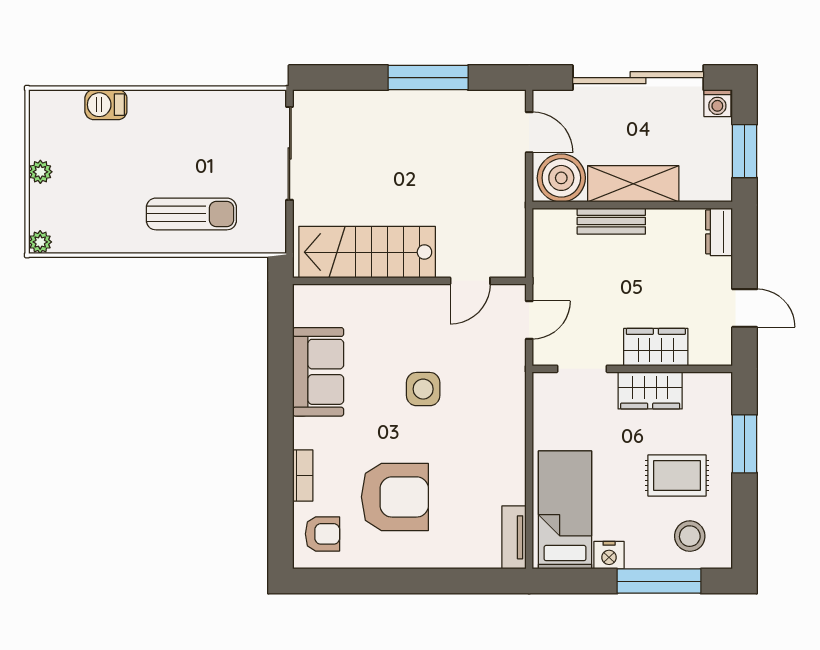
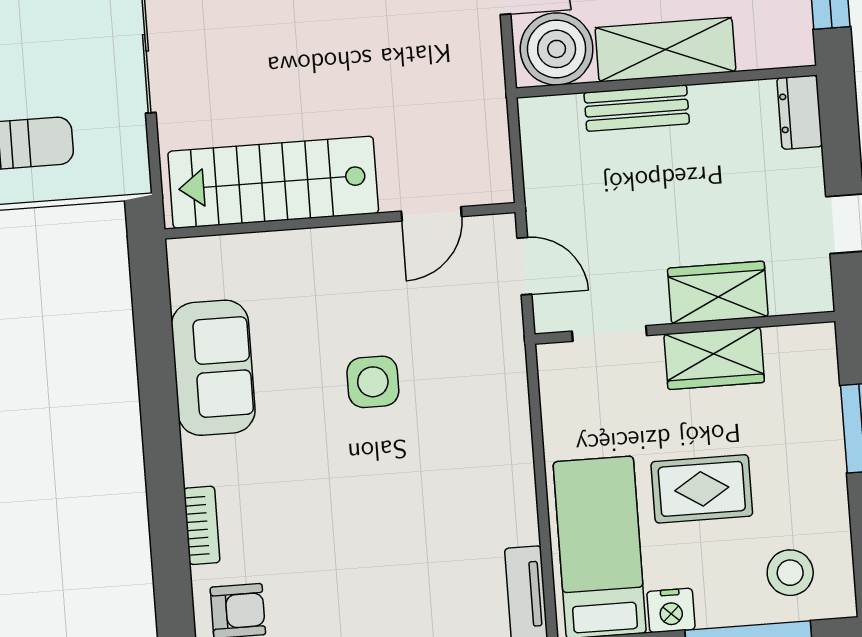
door: (529, 320) -> (524, 266), hinge flipped
rug: (677, 475) -> (702, 489), moved
armchair: (395, 497) -> (343, 547), removed

